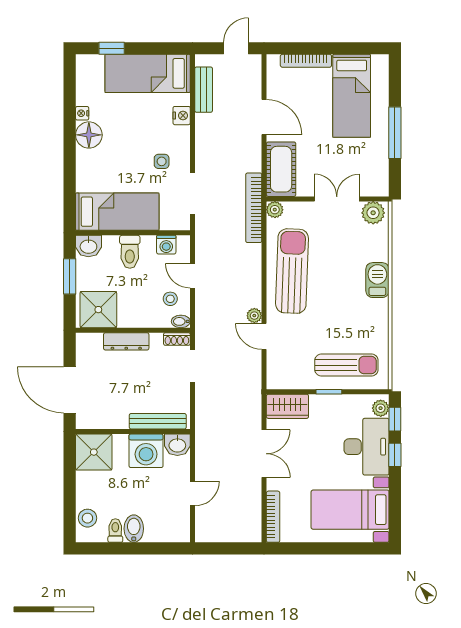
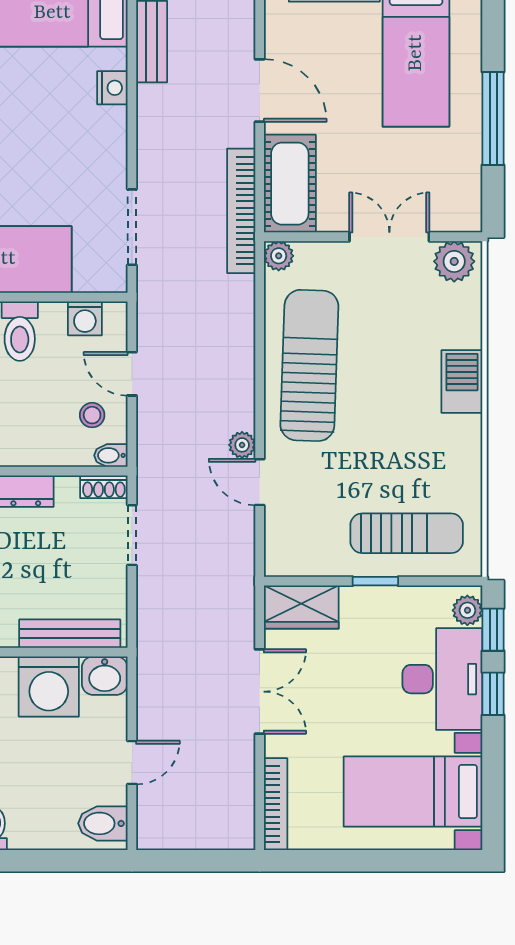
side table: (162, 161) -> (77, 170), removed
bookcase: (254, 208) -> (241, 211), moved
bidet: (134, 529) -> (103, 823), moved, turned -90

